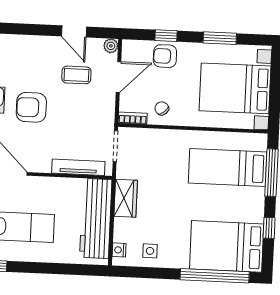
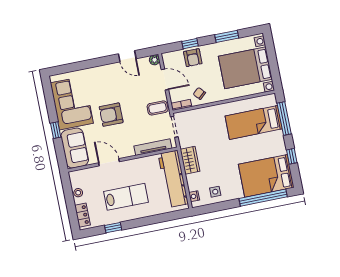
armchair: (165, 56) -> (193, 58), turned -90
coffee table: (76, 75) -> (158, 108), moved
door: (118, 77) -> (165, 80), hinge flipped

